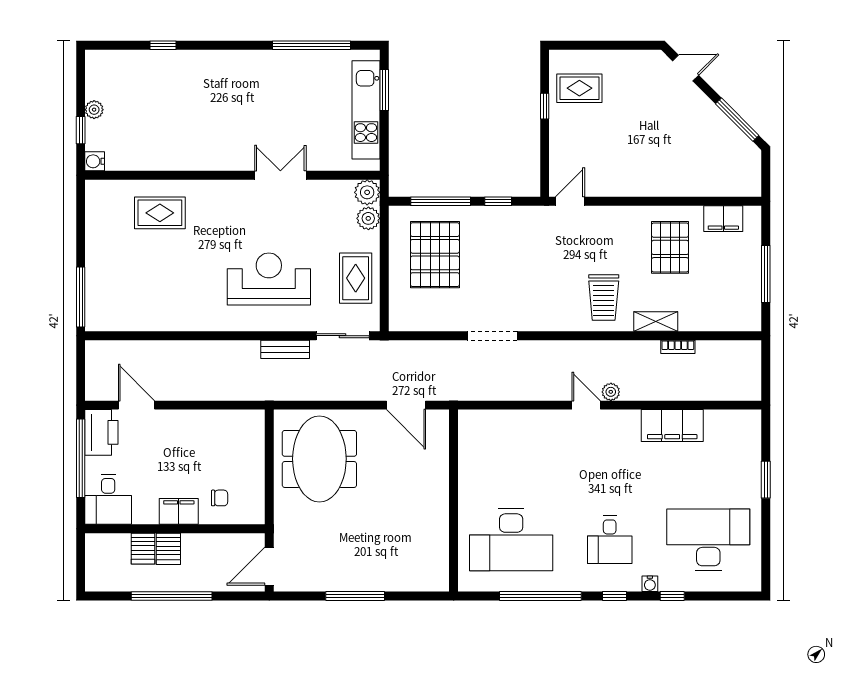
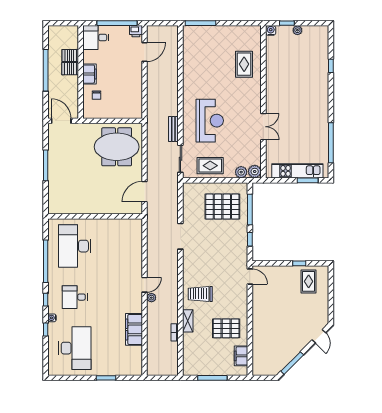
printer: (101, 432) -> (136, 31), width x0.53, depth x0.68

